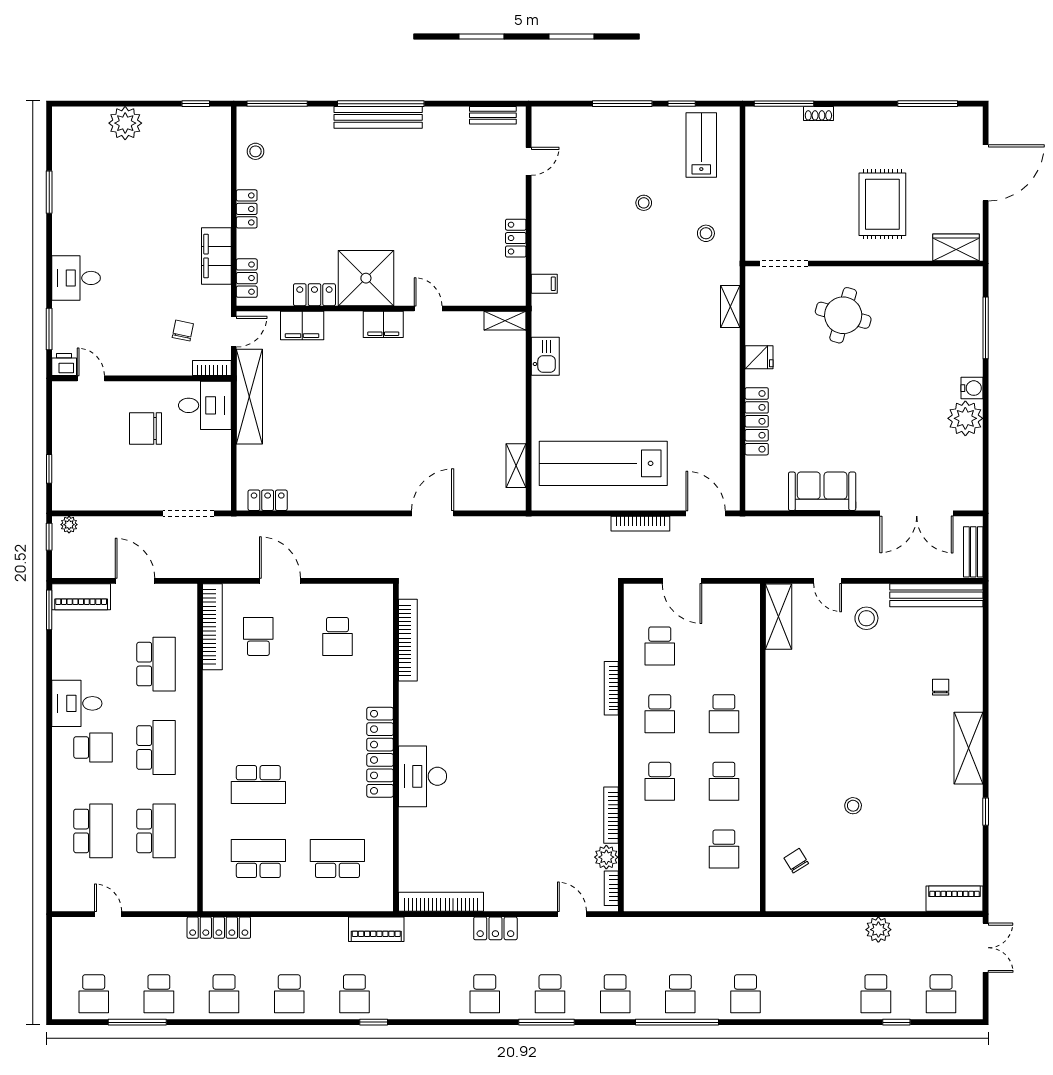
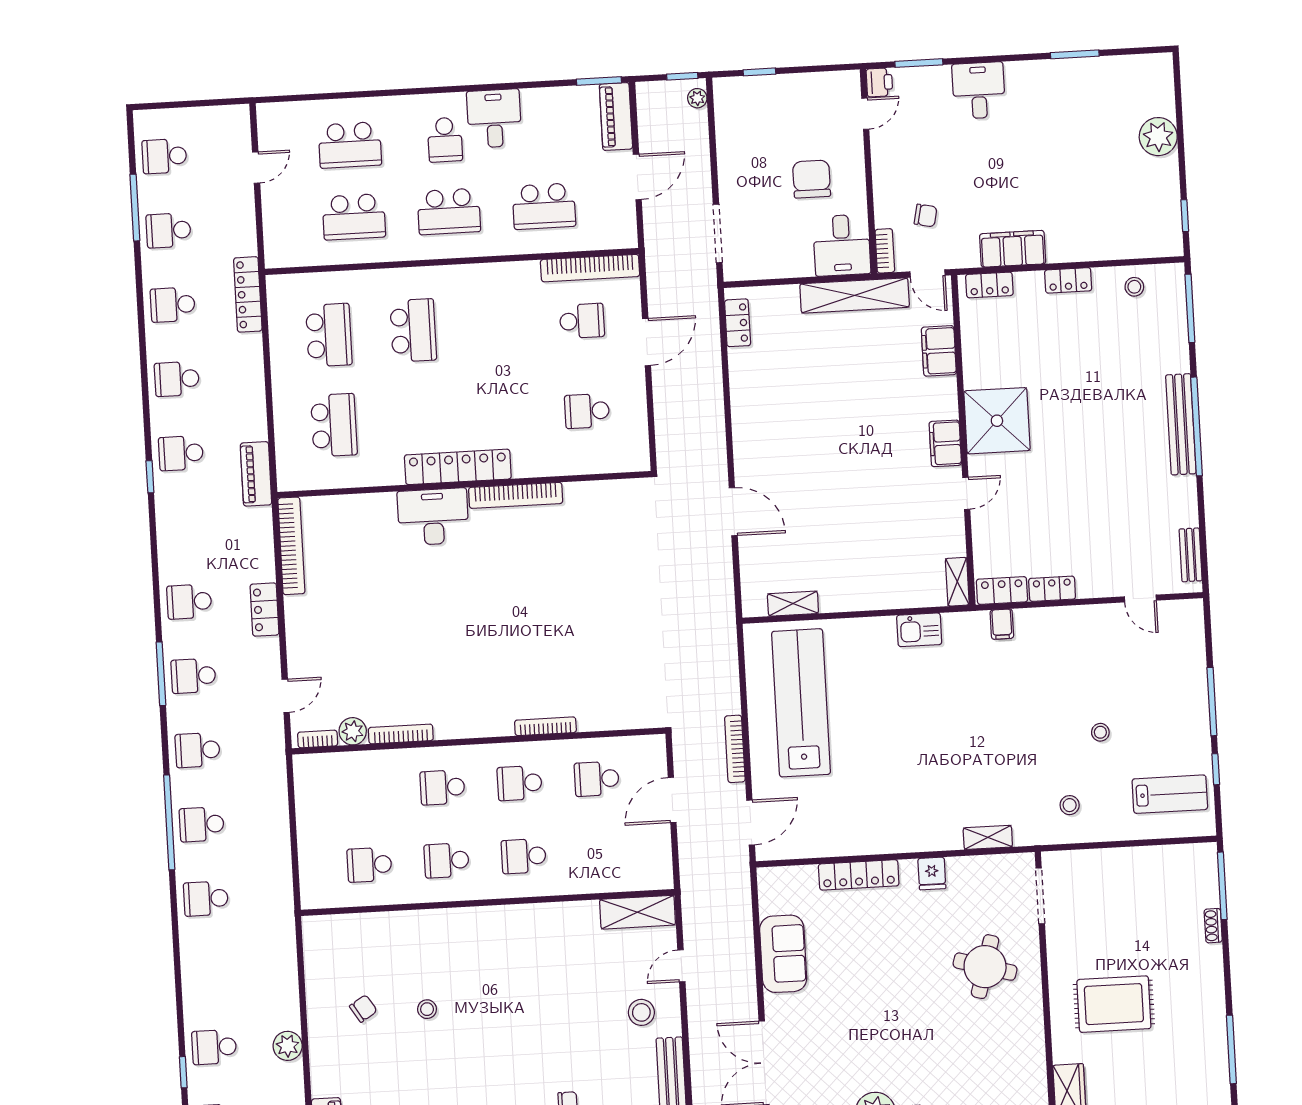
locker: (314, 295) -> (1002, 590), moved, turned -90
bookcase: (408, 640) -> (516, 495), moved
school desk: (258, 785) -> (413, 330), turned 180
chair: (796, 861) -> (363, 1009), moved

